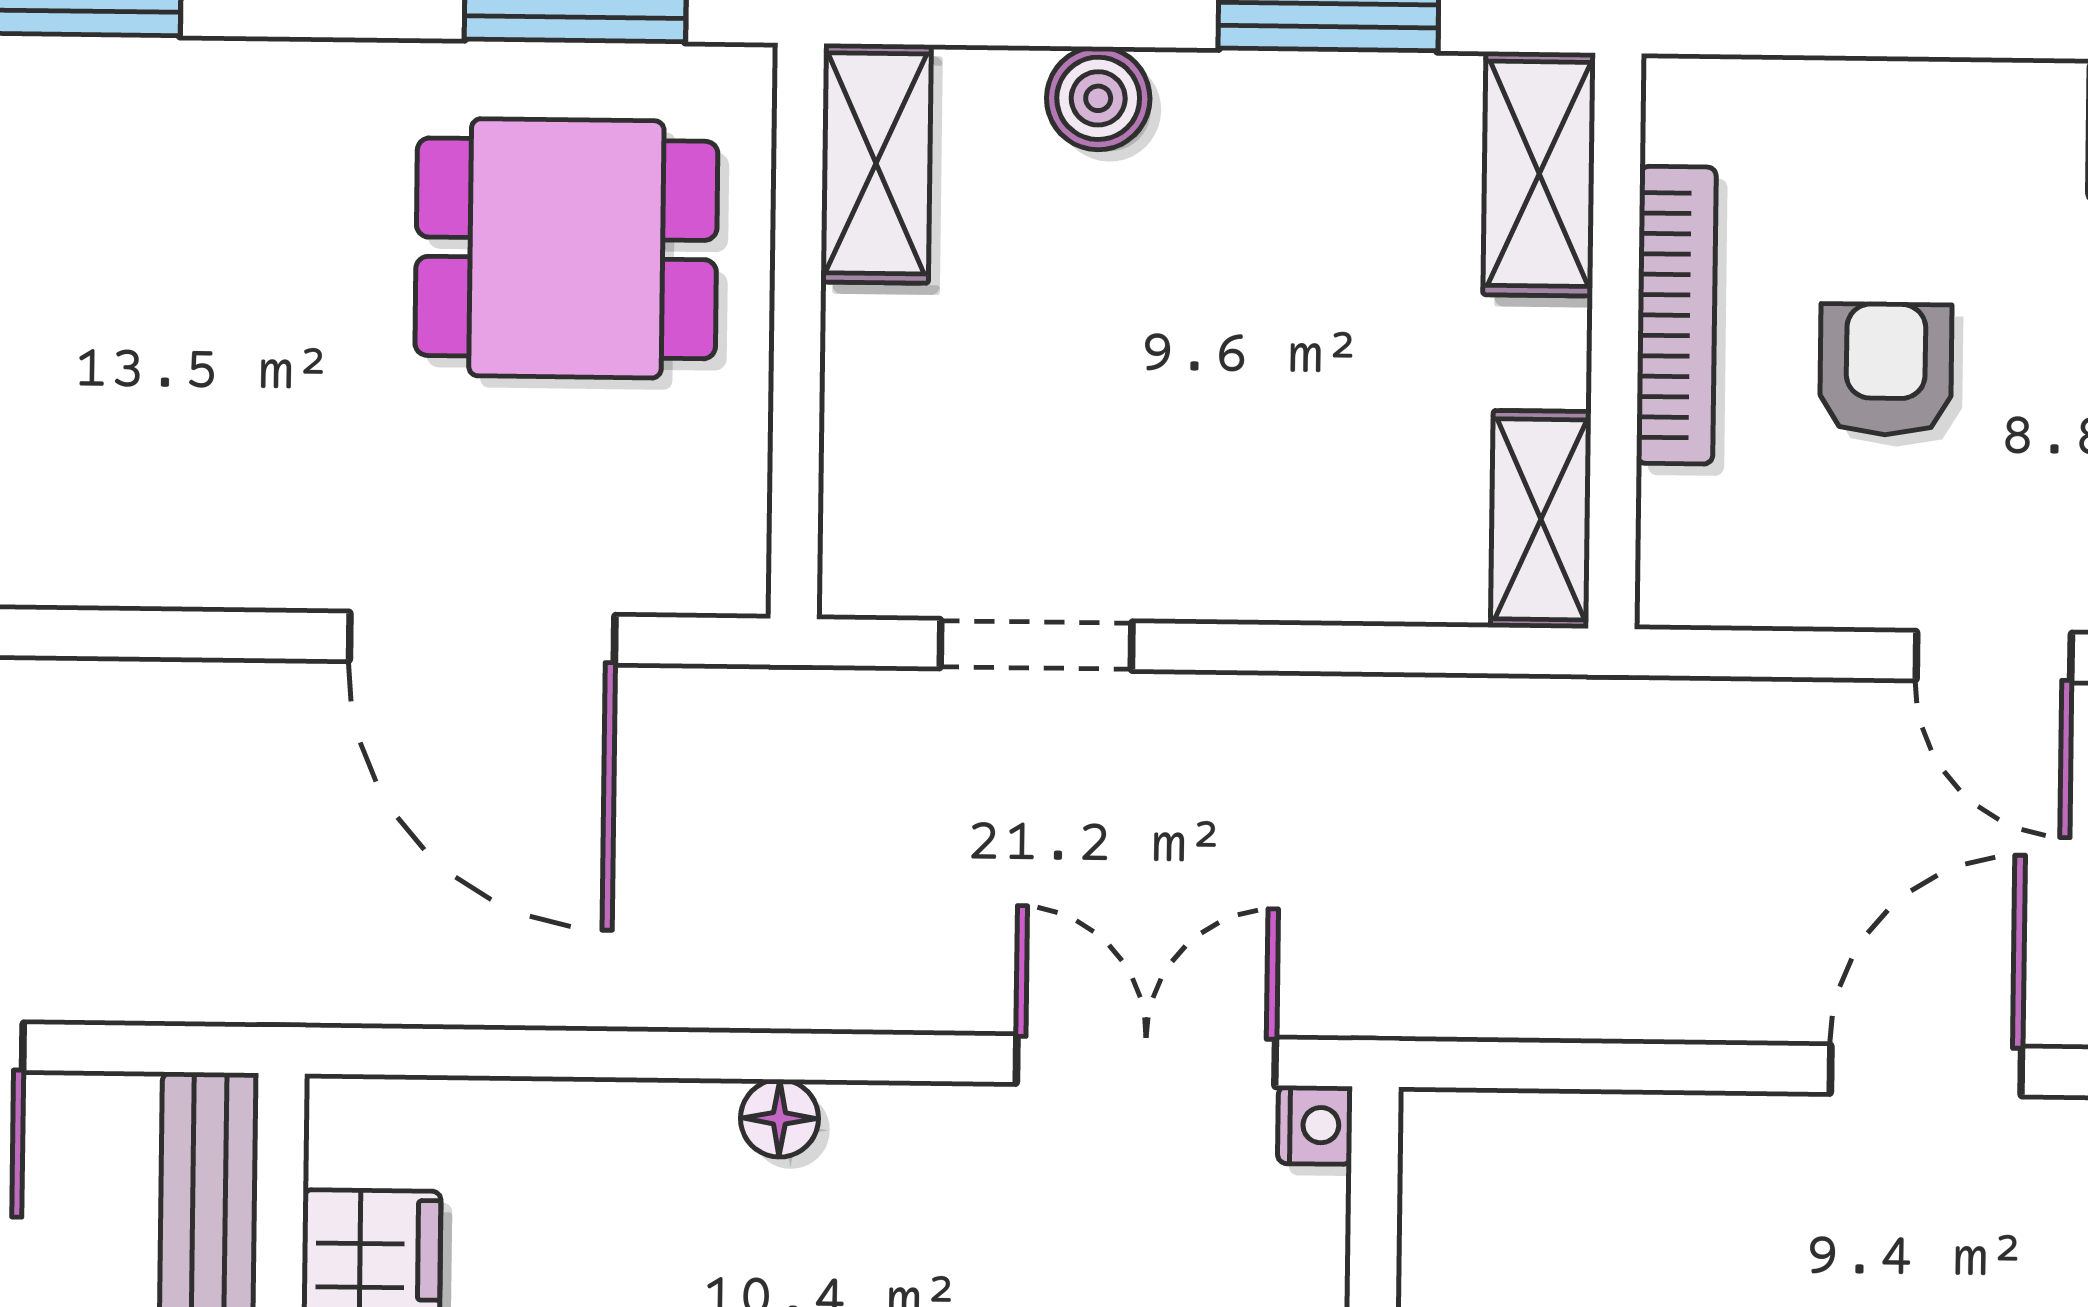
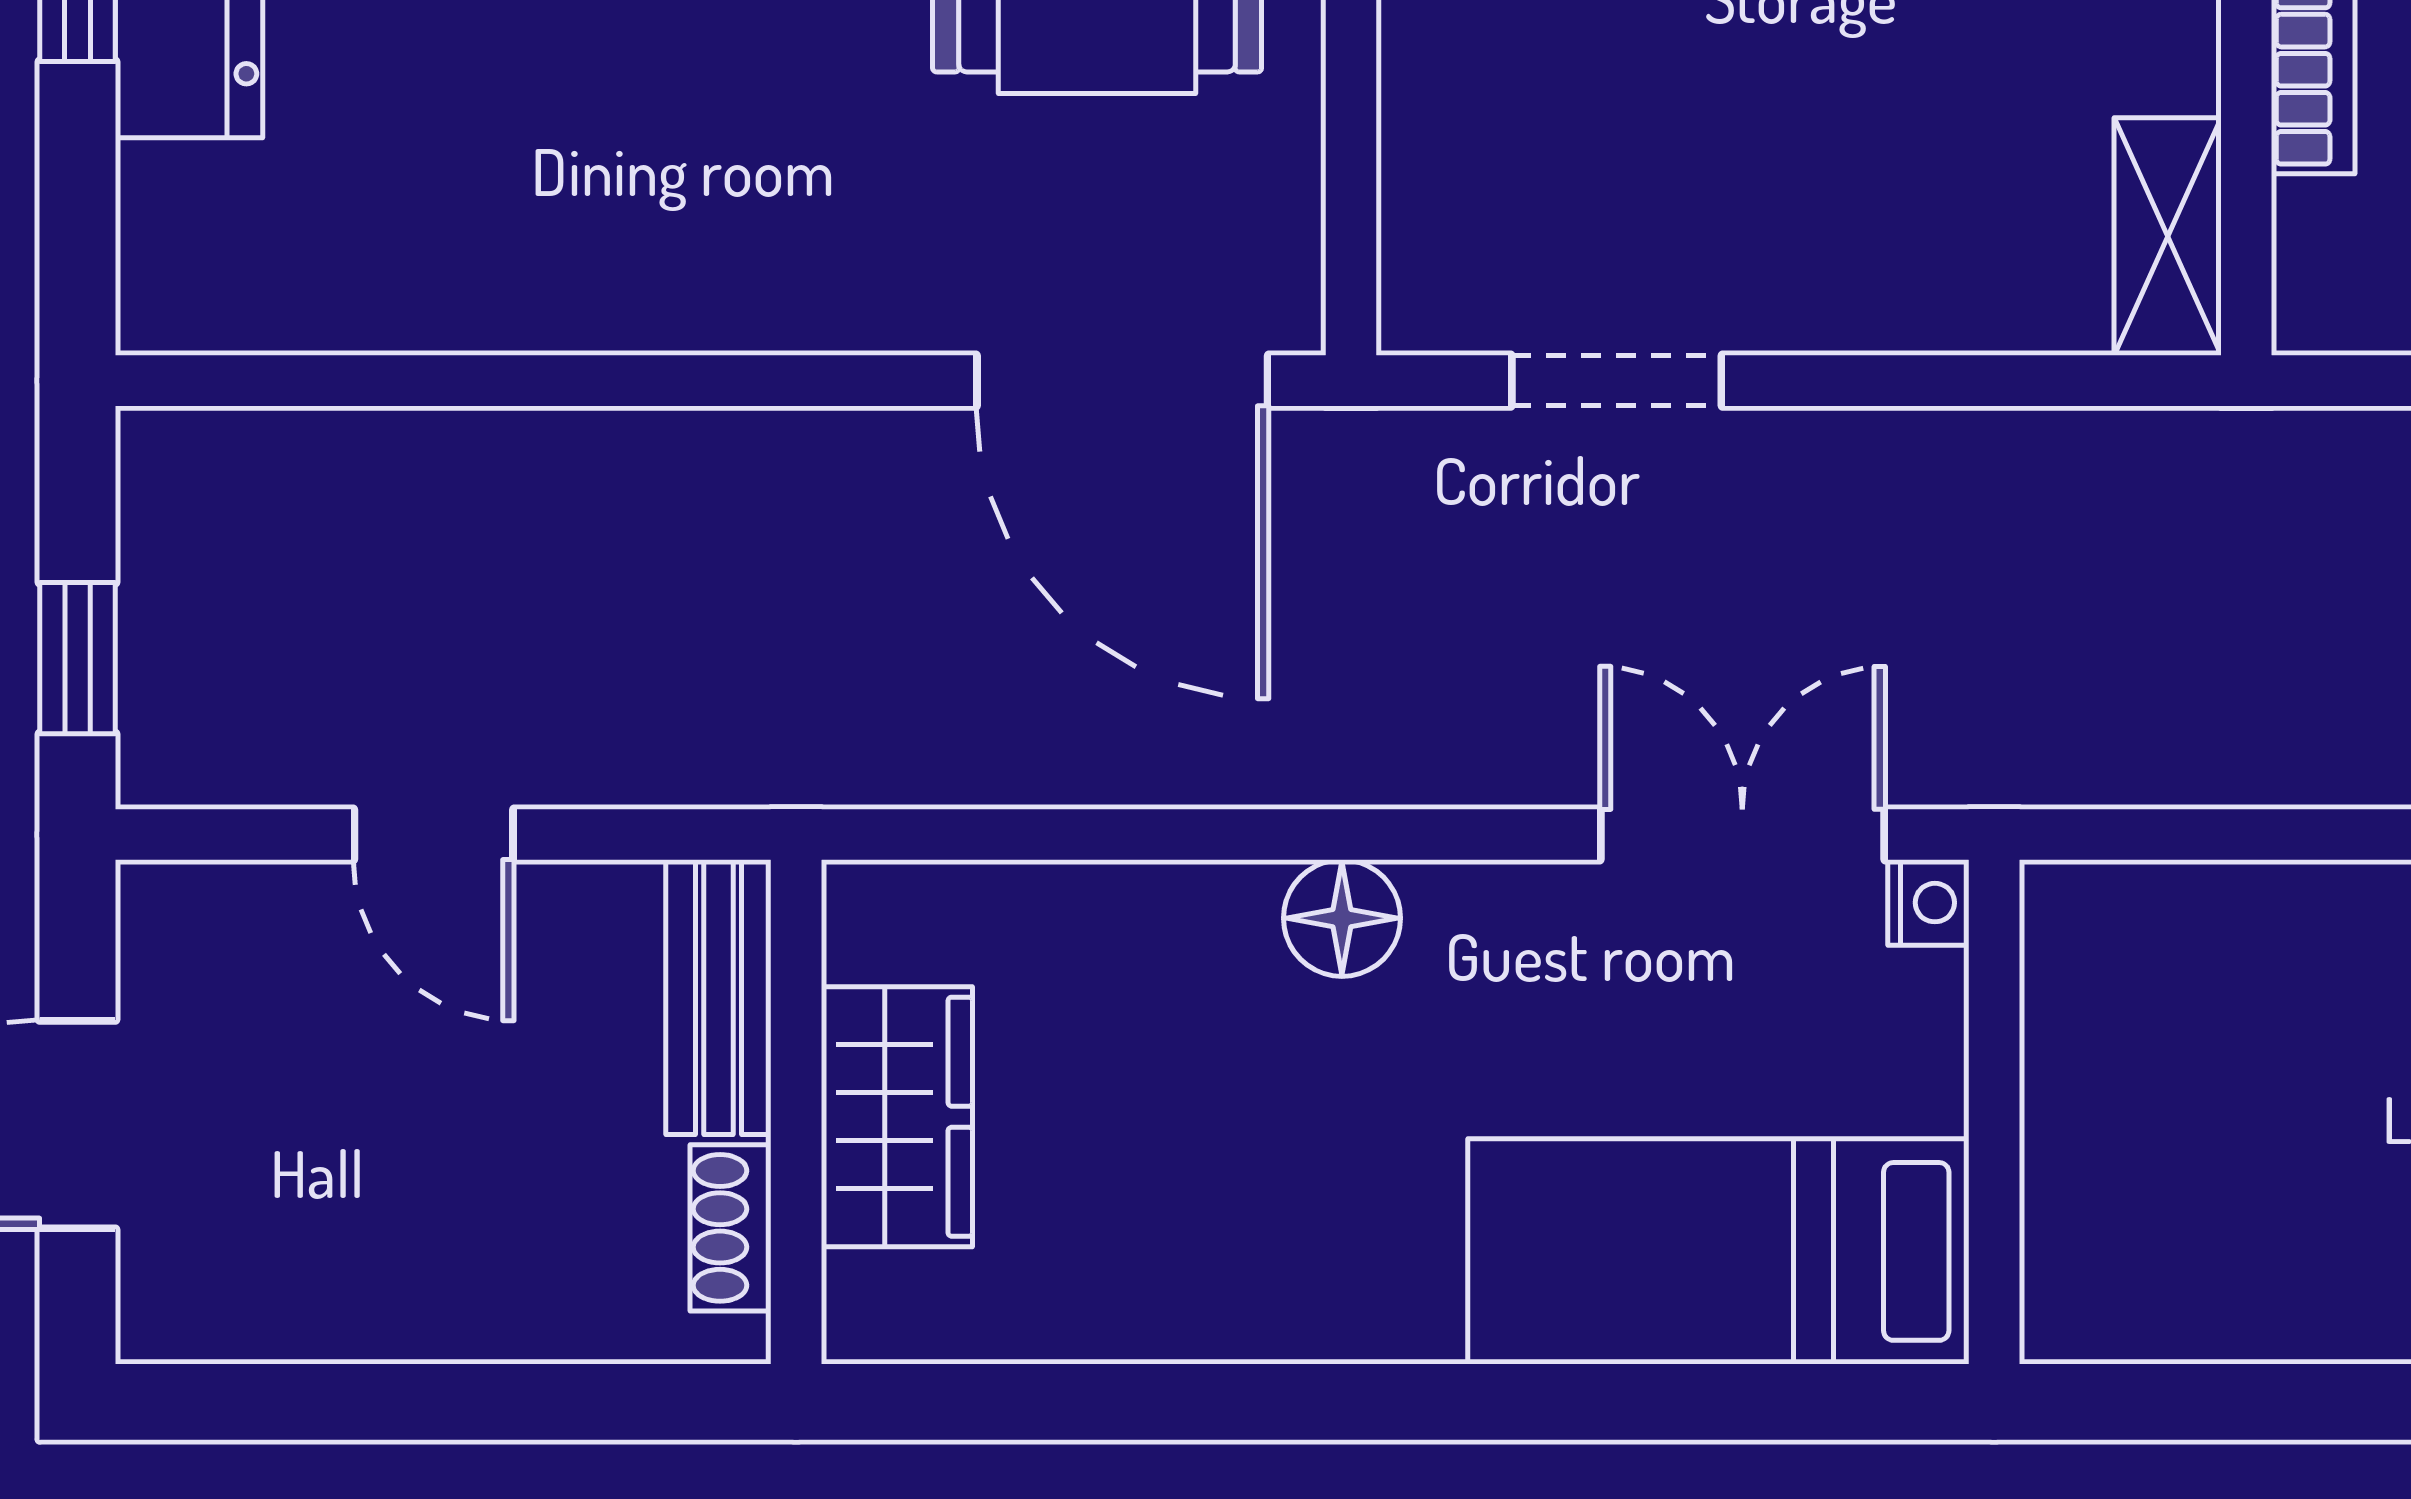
door: (482, 638) -> (1122, 381), moved
floor lamp: (779, 1118) -> (1342, 918), width x1.37, depth x1.37

